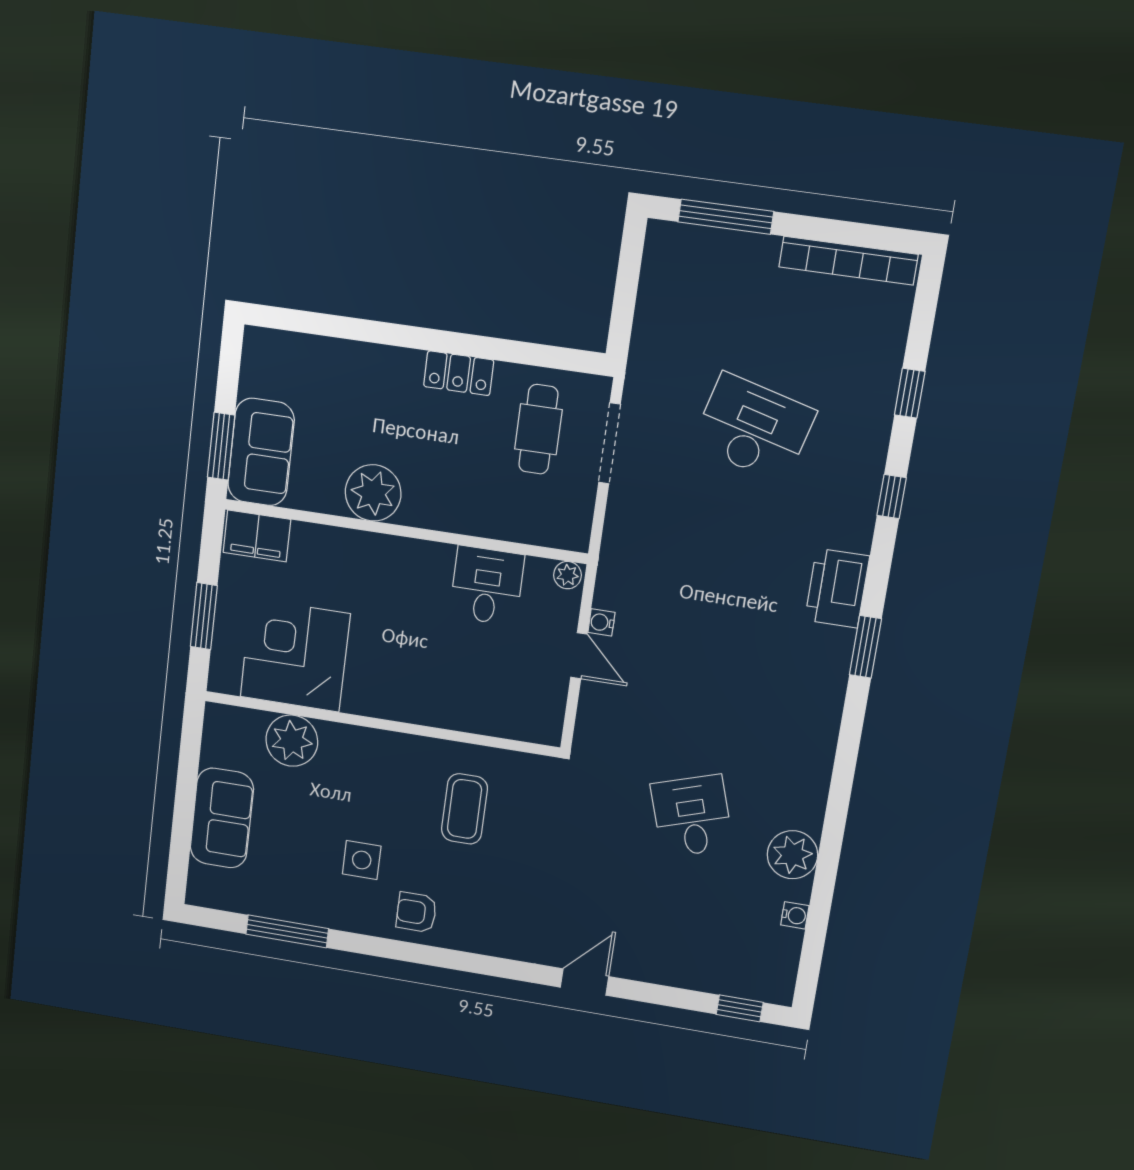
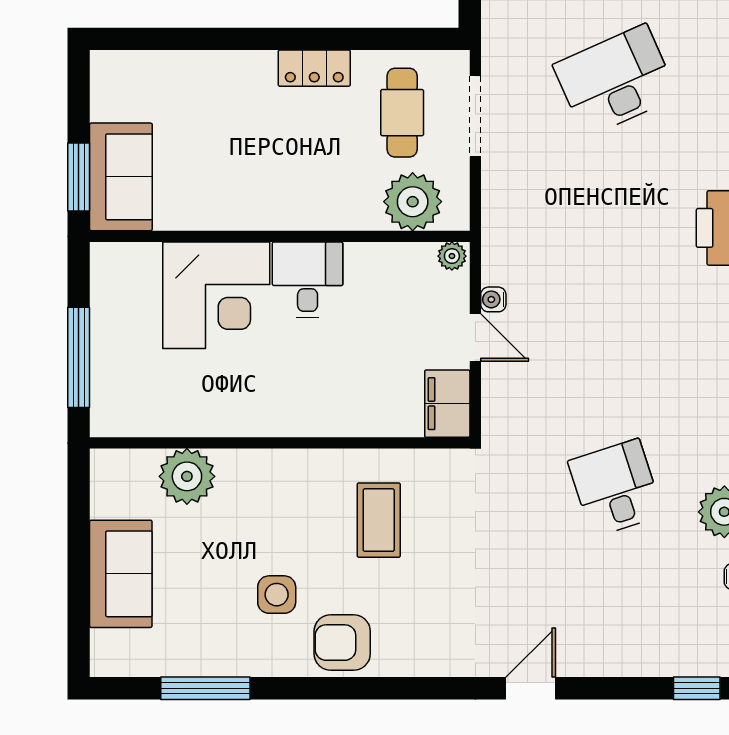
desk: (754, 428) -> (616, 81), turned -39
plant: (373, 493) -> (413, 202), moved
filing cabinet: (257, 536) -> (447, 404), moved, turned 90
desk: (487, 586) -> (308, 280), moved
window: (204, 616) -> (79, 357), width x1.44
corner desk: (295, 655) -> (216, 295), moved, turned 180
armchair: (416, 912) -> (342, 643), width x1.38, depth x1.38

